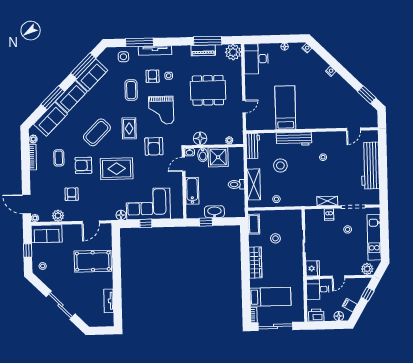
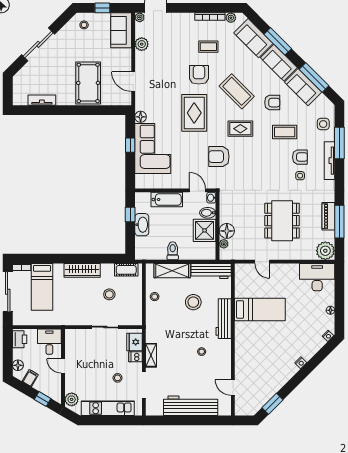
grand piano: (161, 110) -> (260, 166), removed
floor lamp: (200, 138) -> (227, 231), moved
workbench: (253, 146) -> (211, 271), width x1.38
armchair: (72, 194) -> (272, 103), moved
fridge: (313, 268) -> (134, 342), moved, turned 90

